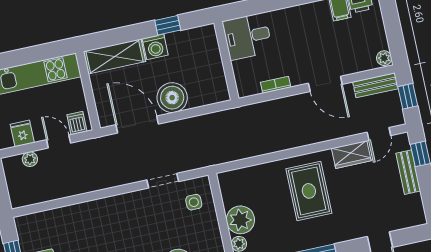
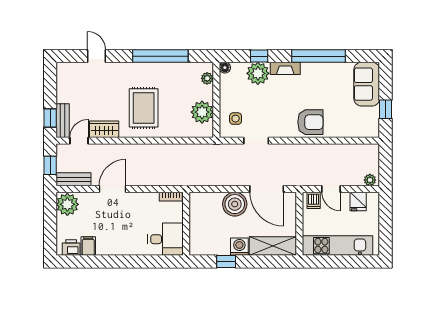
plant: (384, 58) -> (67, 204), width x1.88, depth x1.88
door: (325, 84) -> (113, 189), hinge flipped
bookcase: (276, 85) -> (171, 197), moved
plant: (30, 159) -> (370, 180), moved
bench: (408, 172) -> (63, 121), moved
armchair: (101, 218) -> (310, 122), added
plant: (240, 220) -> (202, 112), moved

